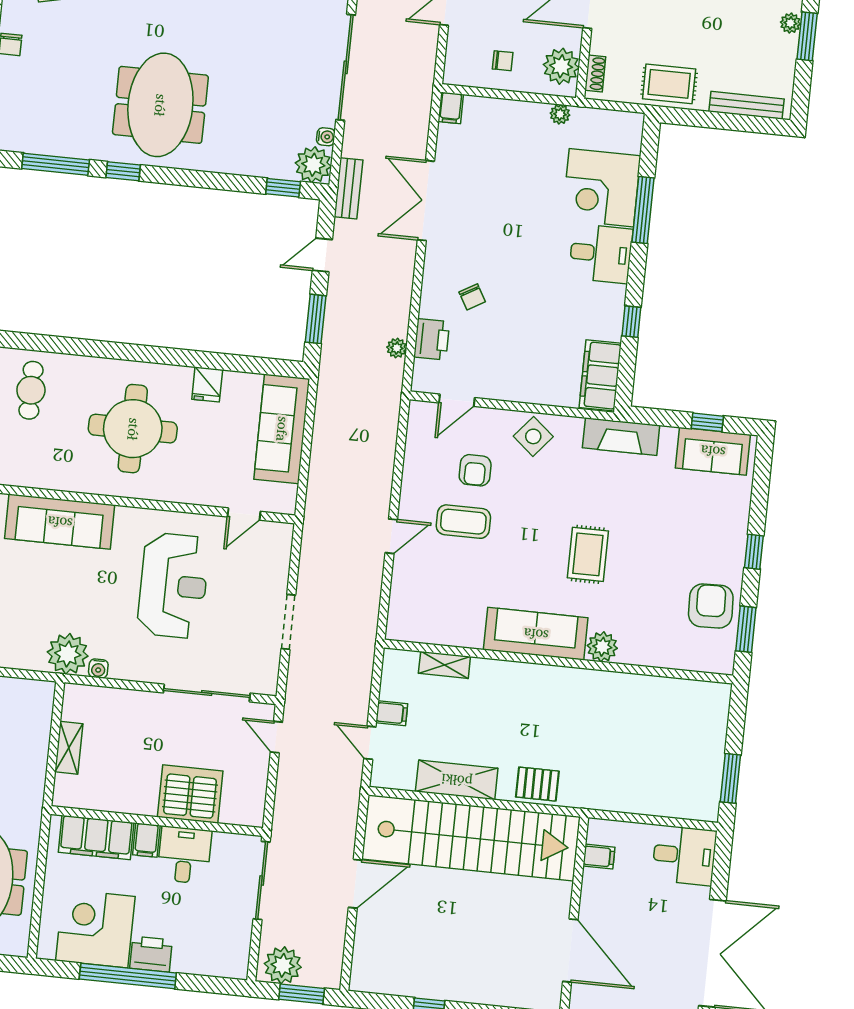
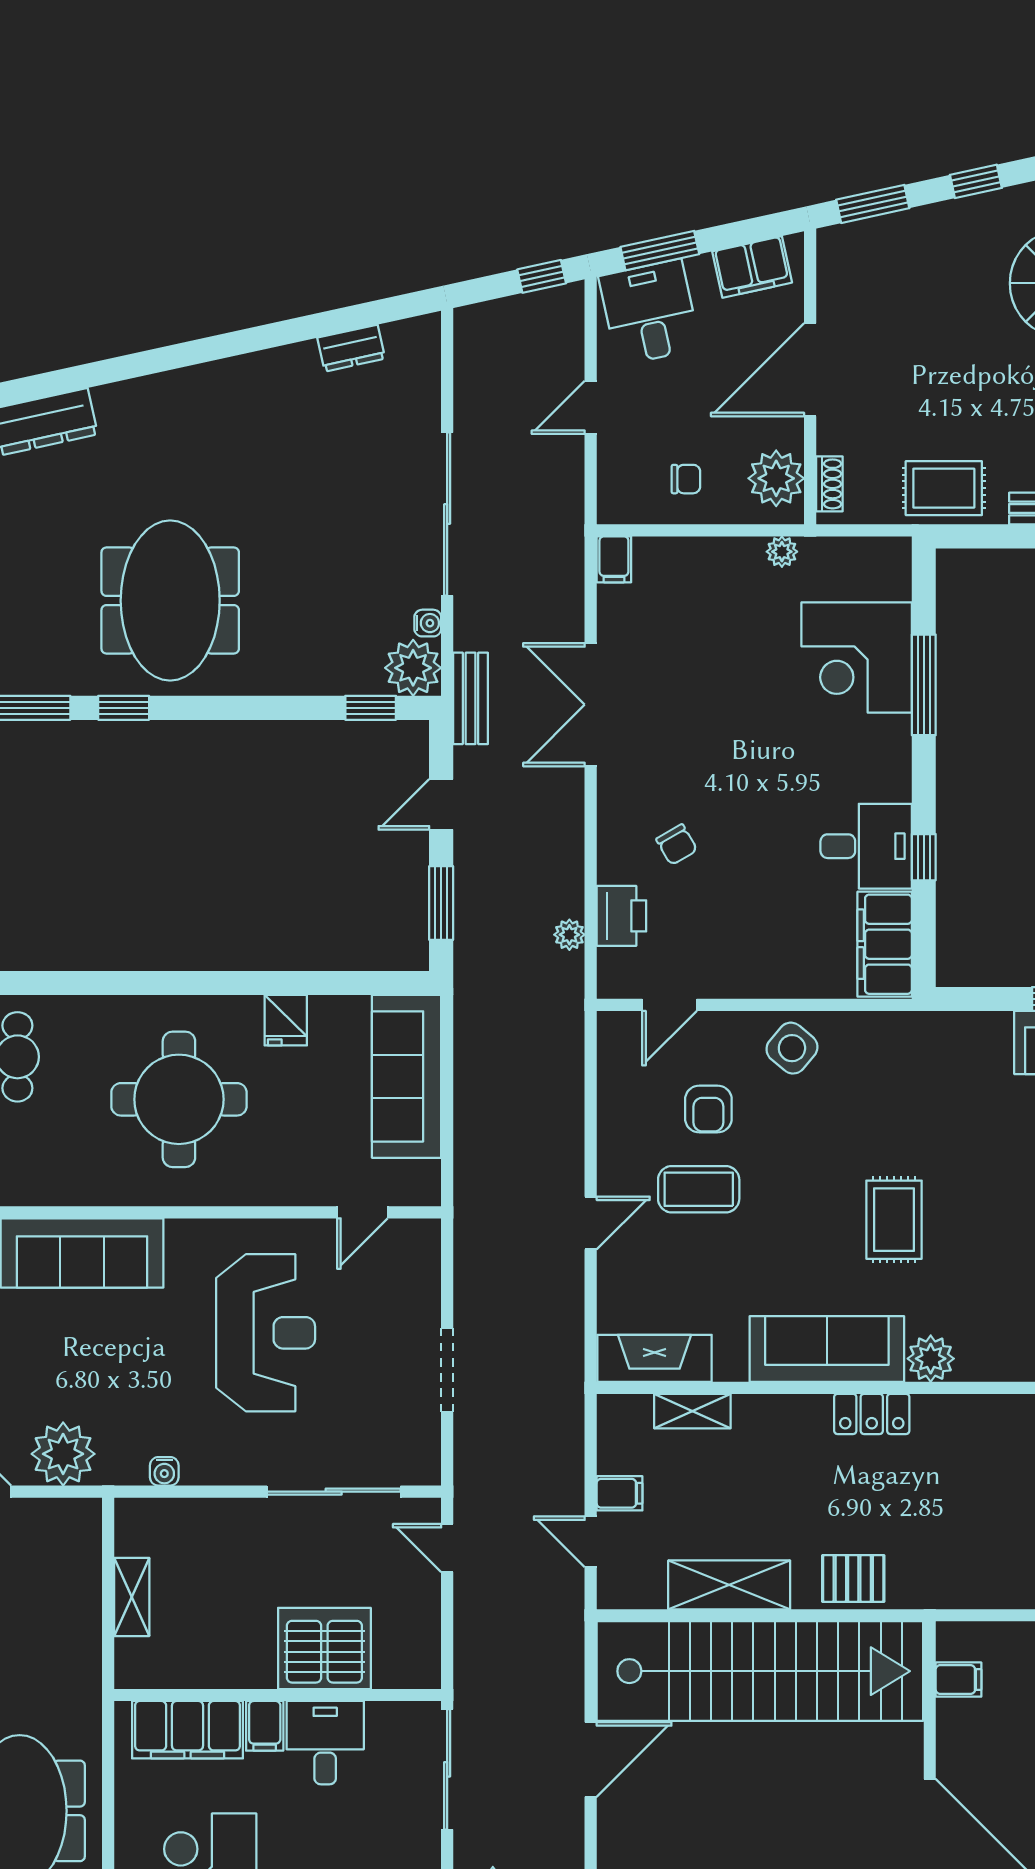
desk: (601, 254) -> (866, 846), moved
fireplace: (621, 437) -> (654, 1358), moved, turned 180
plant: (68, 654) -> (63, 1454), moved
locker: (560, 679) -> (872, 1414), added

